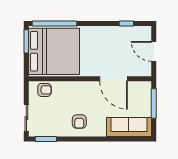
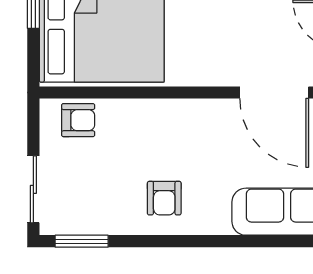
door: (114, 79) -> (274, 93), moved

